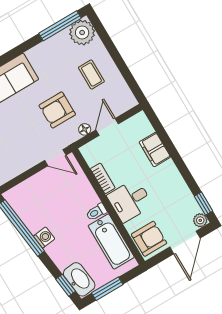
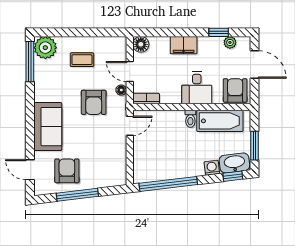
floor lamp: (140, 122) -> (141, 44), added
filing cabinet: (155, 150) -> (184, 45), moved
bookcase: (103, 178) -> (146, 99), moved
window: (203, 204) -> (219, 32), moved
plant: (200, 220) -> (230, 42), moved
washing machine: (44, 237) -> (212, 168), moved

